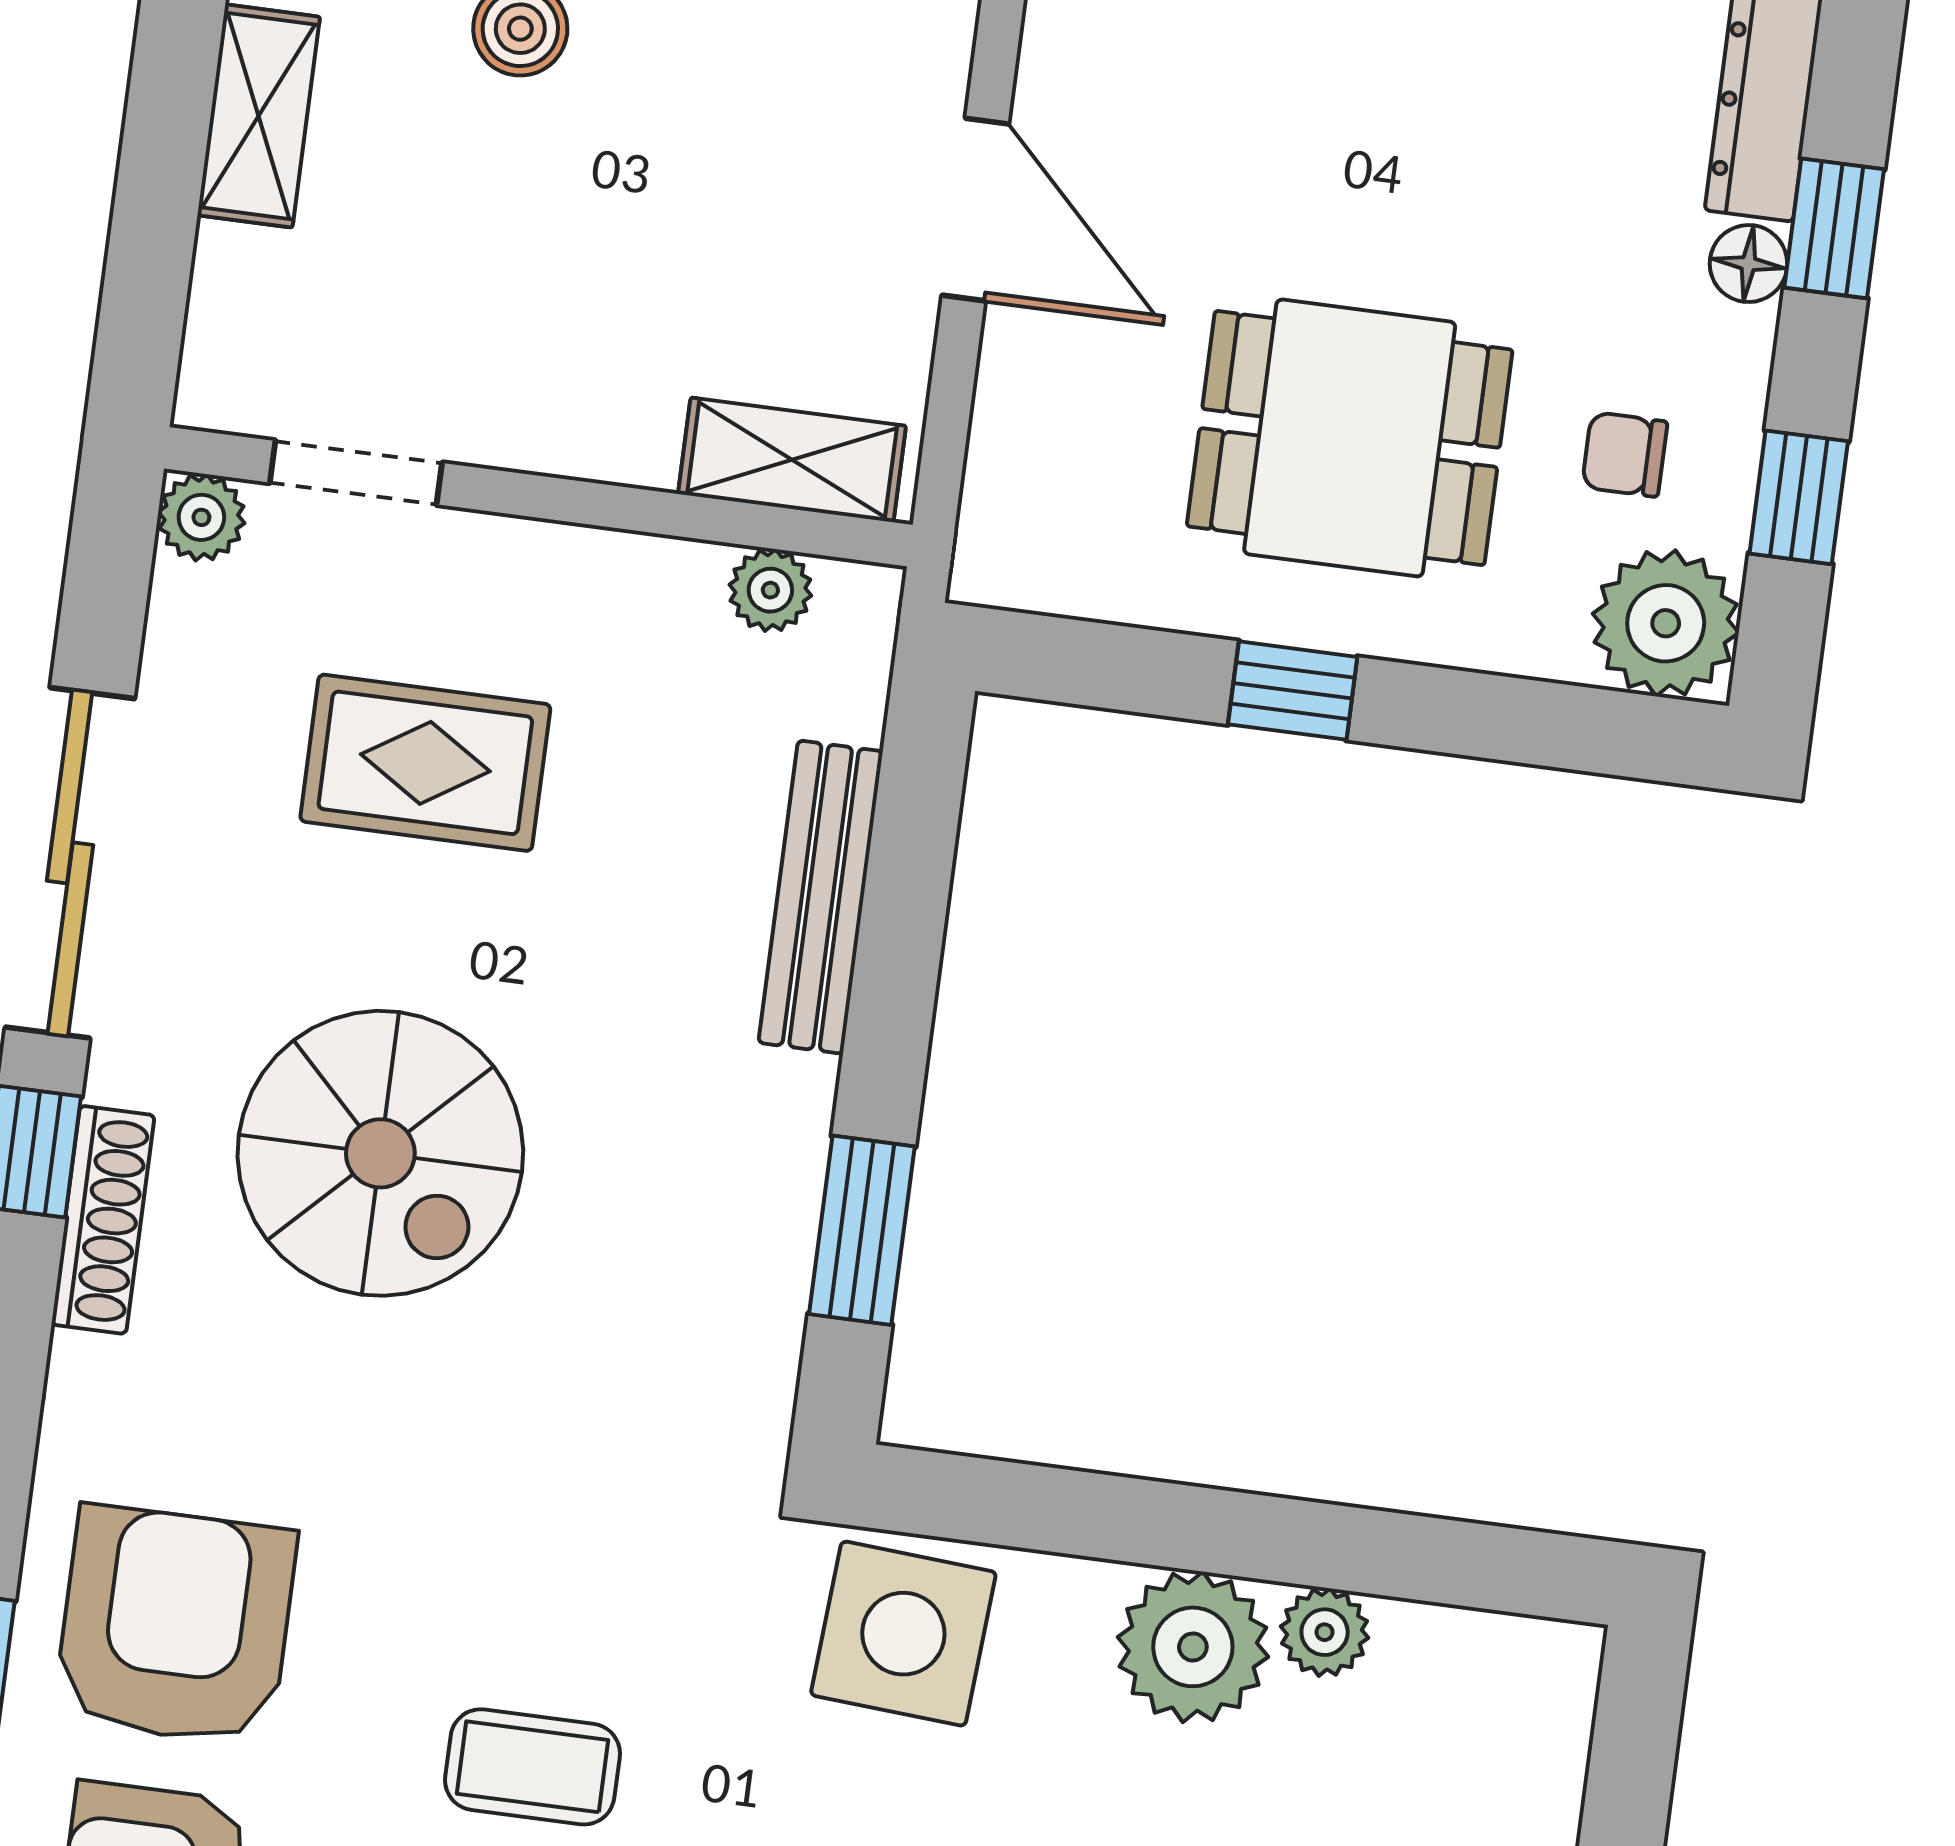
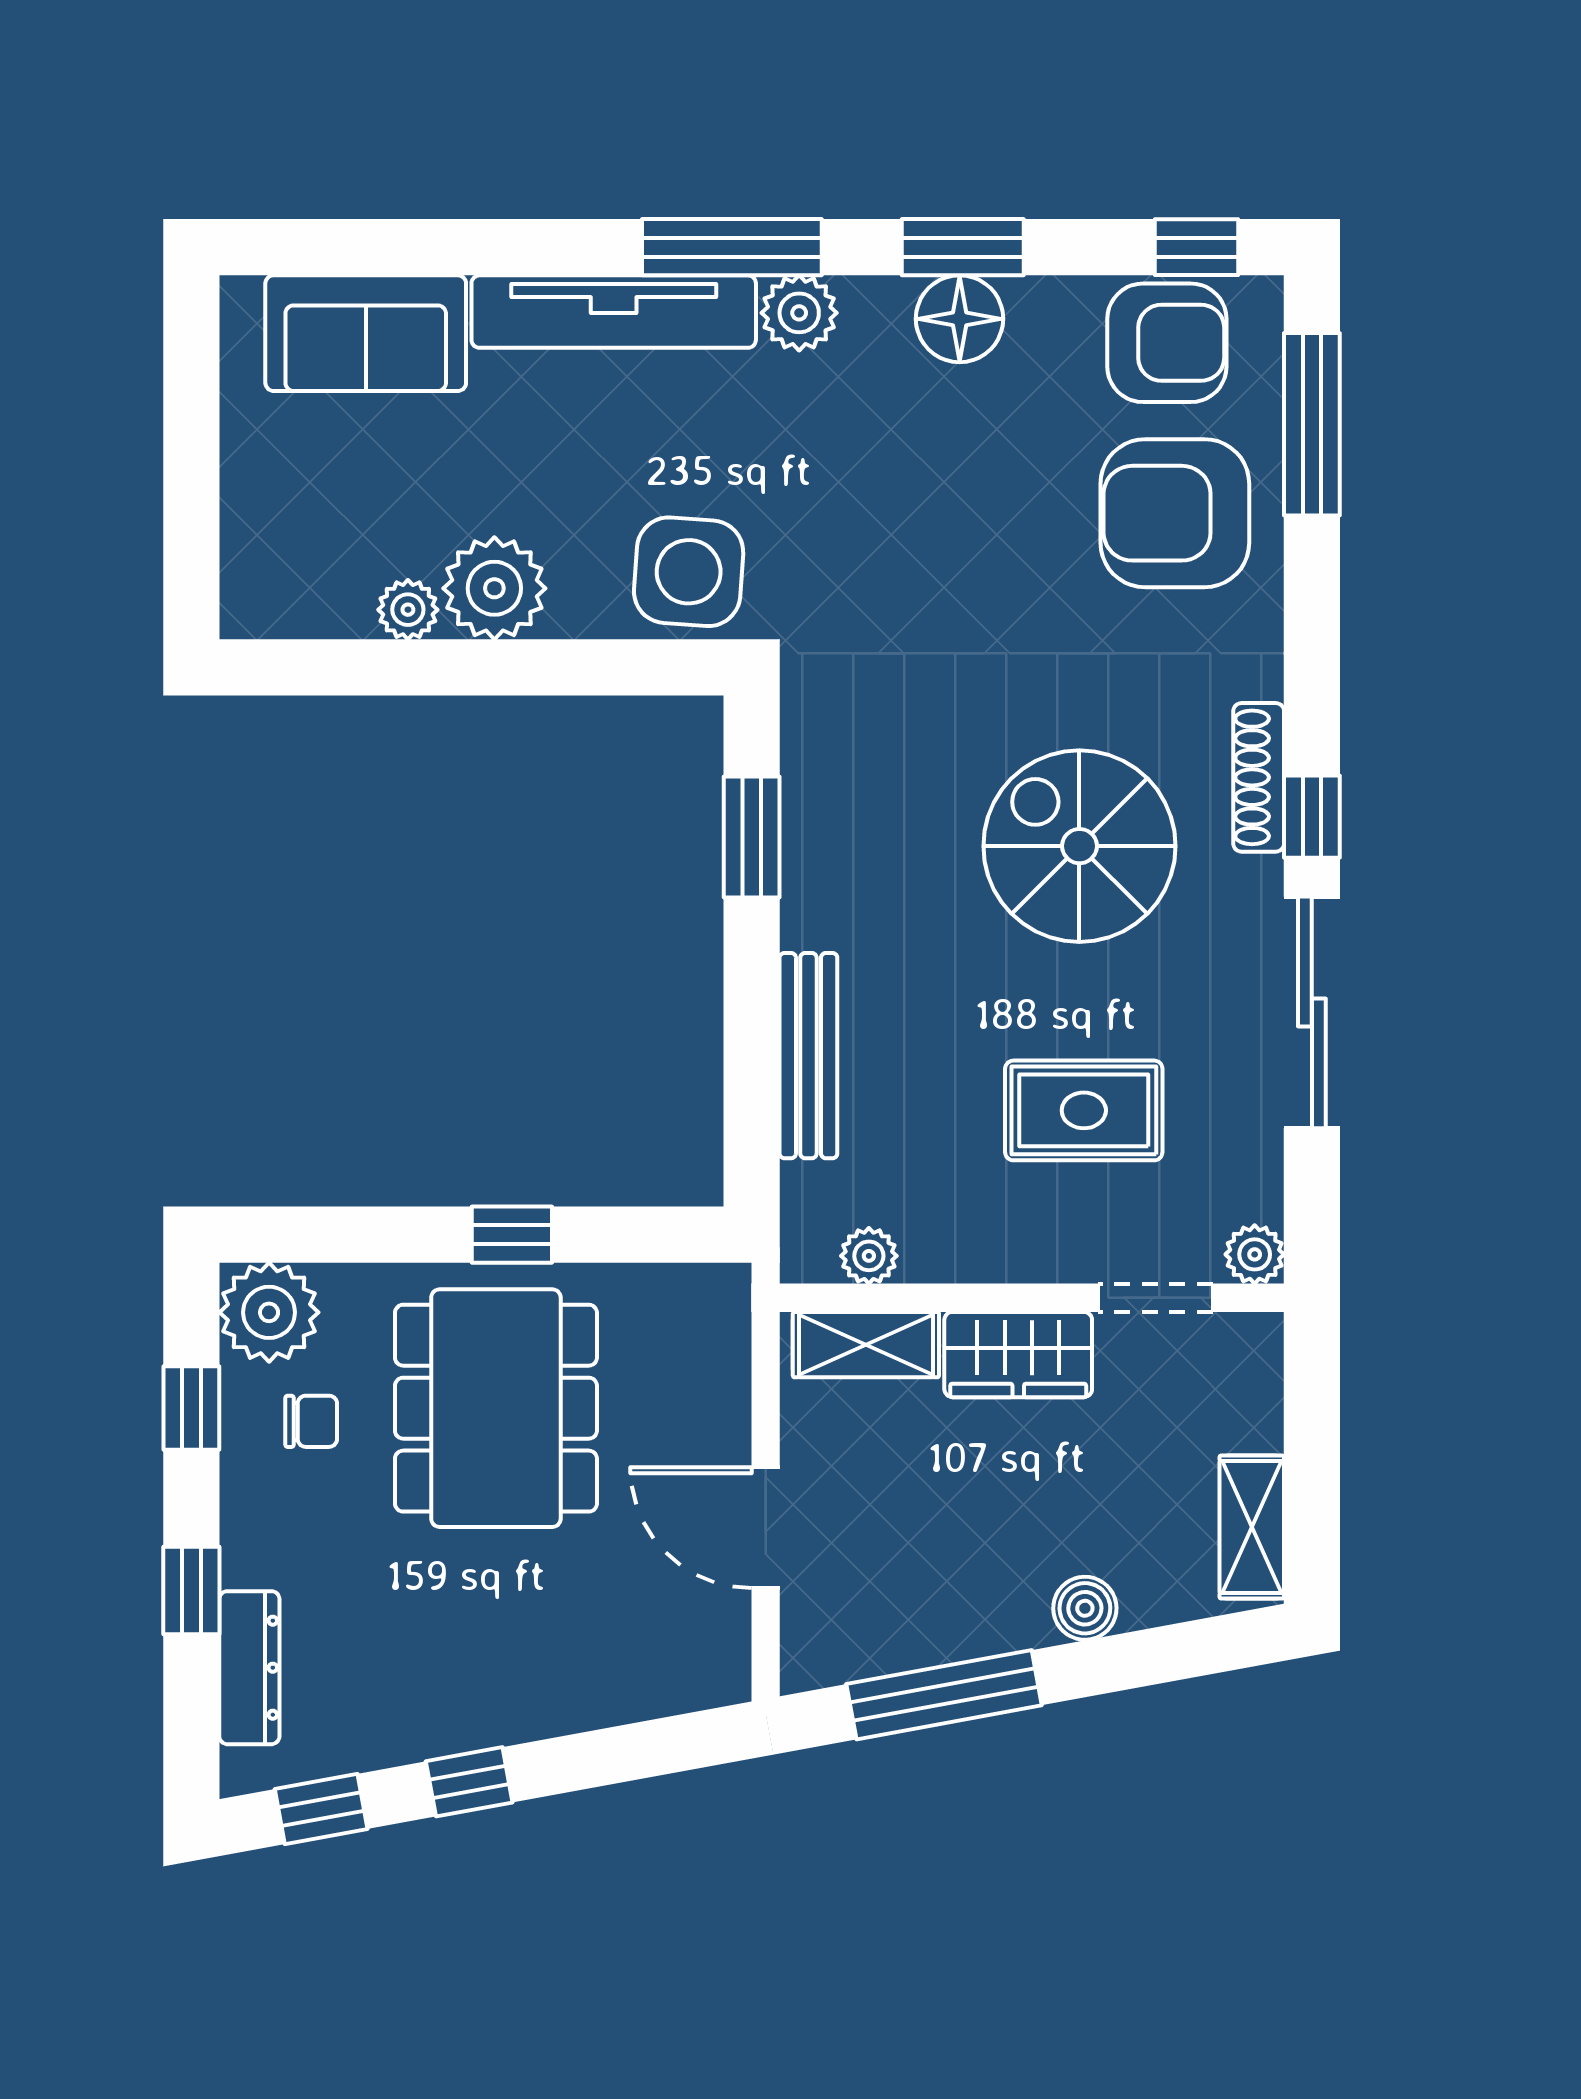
floor lamp: (1748, 264) -> (245, 1559), removed
wardrobe: (569, 416) -> (1018, 1355), added
dining table: (1350, 438) -> (496, 1408), width x1.38
armchair: (175, 1626) -> (1175, 513), turned 90
coffee table: (532, 1767) -> (924, 450), removed

